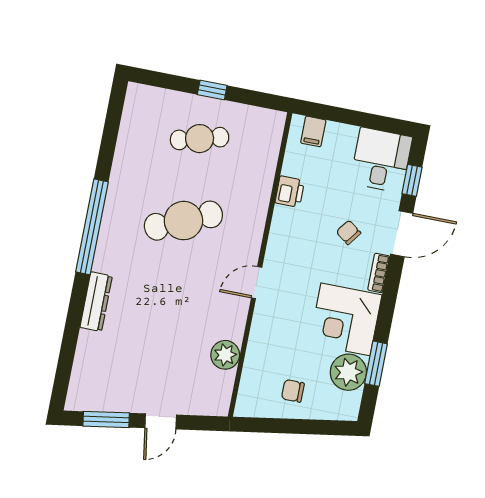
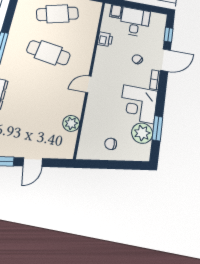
cafe table: (200, 139) -> (57, 14), width x1.37, depth x1.35
desk: (381, 160) -> (135, 22), moved
cafe table: (183, 221) -> (48, 53), turned 33

